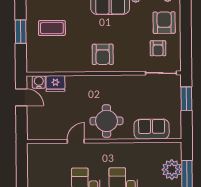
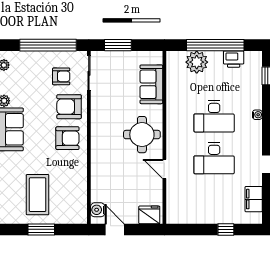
armchair: (164, 23) -> (69, 107), moved
coffee table: (52, 28) -> (38, 195), width x1.36, depth x1.32
window: (186, 36) -> (48, 45), added
fridge: (55, 84) -> (149, 215), moved, turned -90
door: (21, 97) -> (115, 229), hinge flipped

